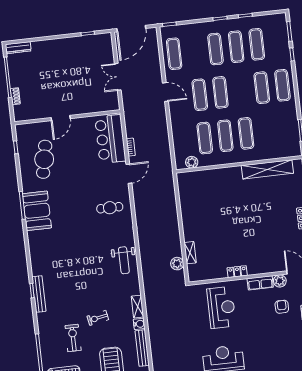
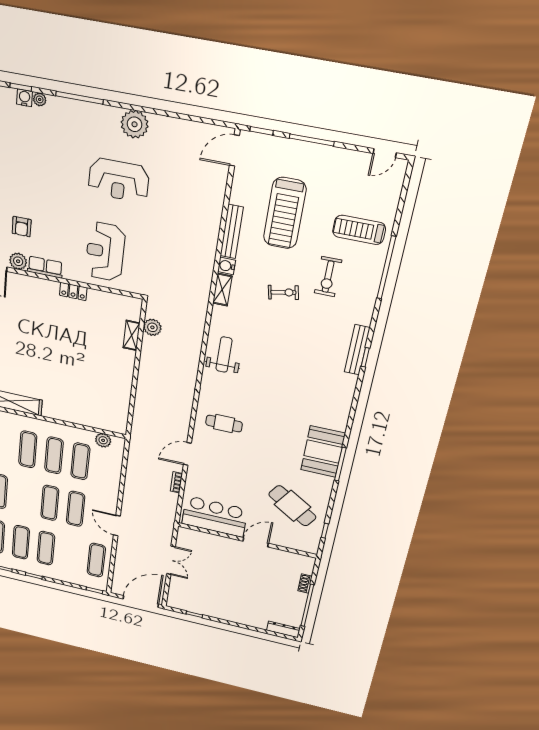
bar counter: (110, 139) -> (215, 517), moved, turned -90
cafe table: (44, 159) -> (292, 506), turned -68

